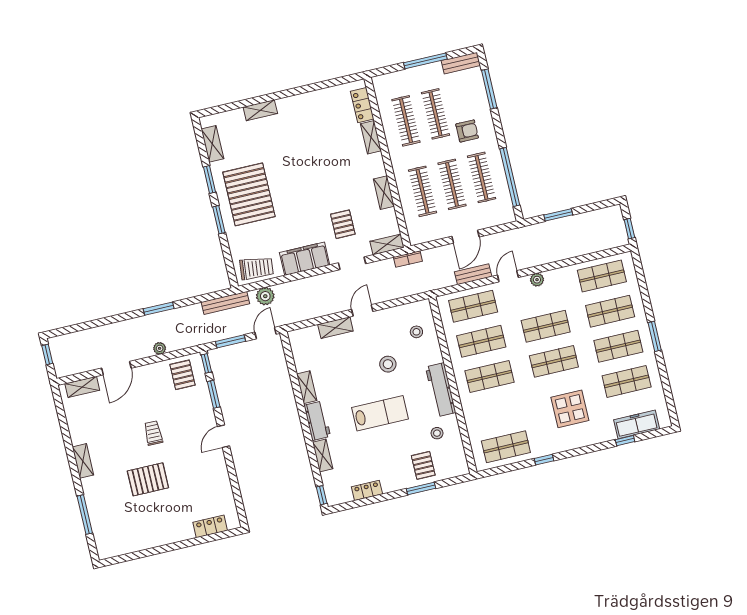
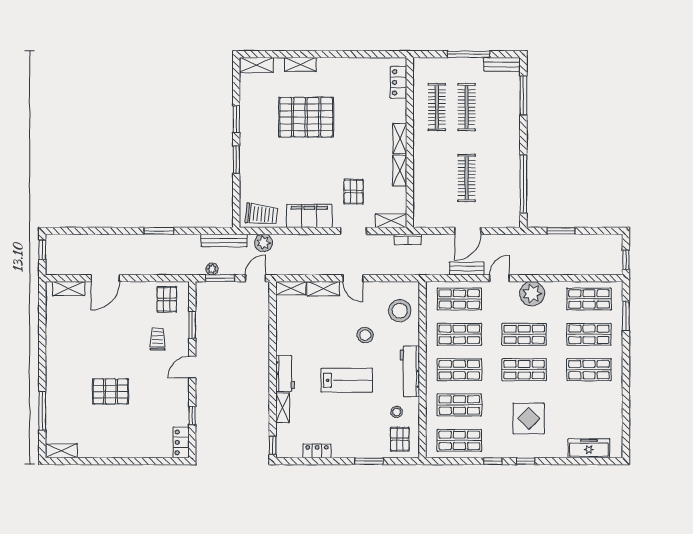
armchair: (467, 131) -> (493, 130), removed
shelving: (371, 137) -> (400, 138), moved
shelving: (212, 144) -> (256, 65), moved, turned 90
clothes rail: (482, 177) -> (496, 178), removed
clothes rail: (422, 191) -> (437, 178), removed
pallet: (249, 194) -> (306, 117), moved, turned 90
plant: (537, 280) -> (532, 294), width x1.87, depth x1.87
door: (362, 310) -> (353, 278), swing flipped
stool: (416, 332) -> (400, 311), width x1.89, depth x1.89
window: (655, 336) -> (626, 316), moved
plant: (160, 348) -> (212, 269), moved
window: (206, 363) -> (192, 415), moved
shop shelf: (627, 381) -> (459, 405), moved
shelving: (307, 387) -> (291, 288), moved, turned 90
trolley: (153, 433) -> (158, 339), moved
window: (625, 441) -> (526, 461), moved
shelving: (83, 461) -> (61, 451), moved, turned 90
pallet: (423, 465) -> (400, 439), moved
locker: (210, 526) -> (181, 442), moved, turned -90

